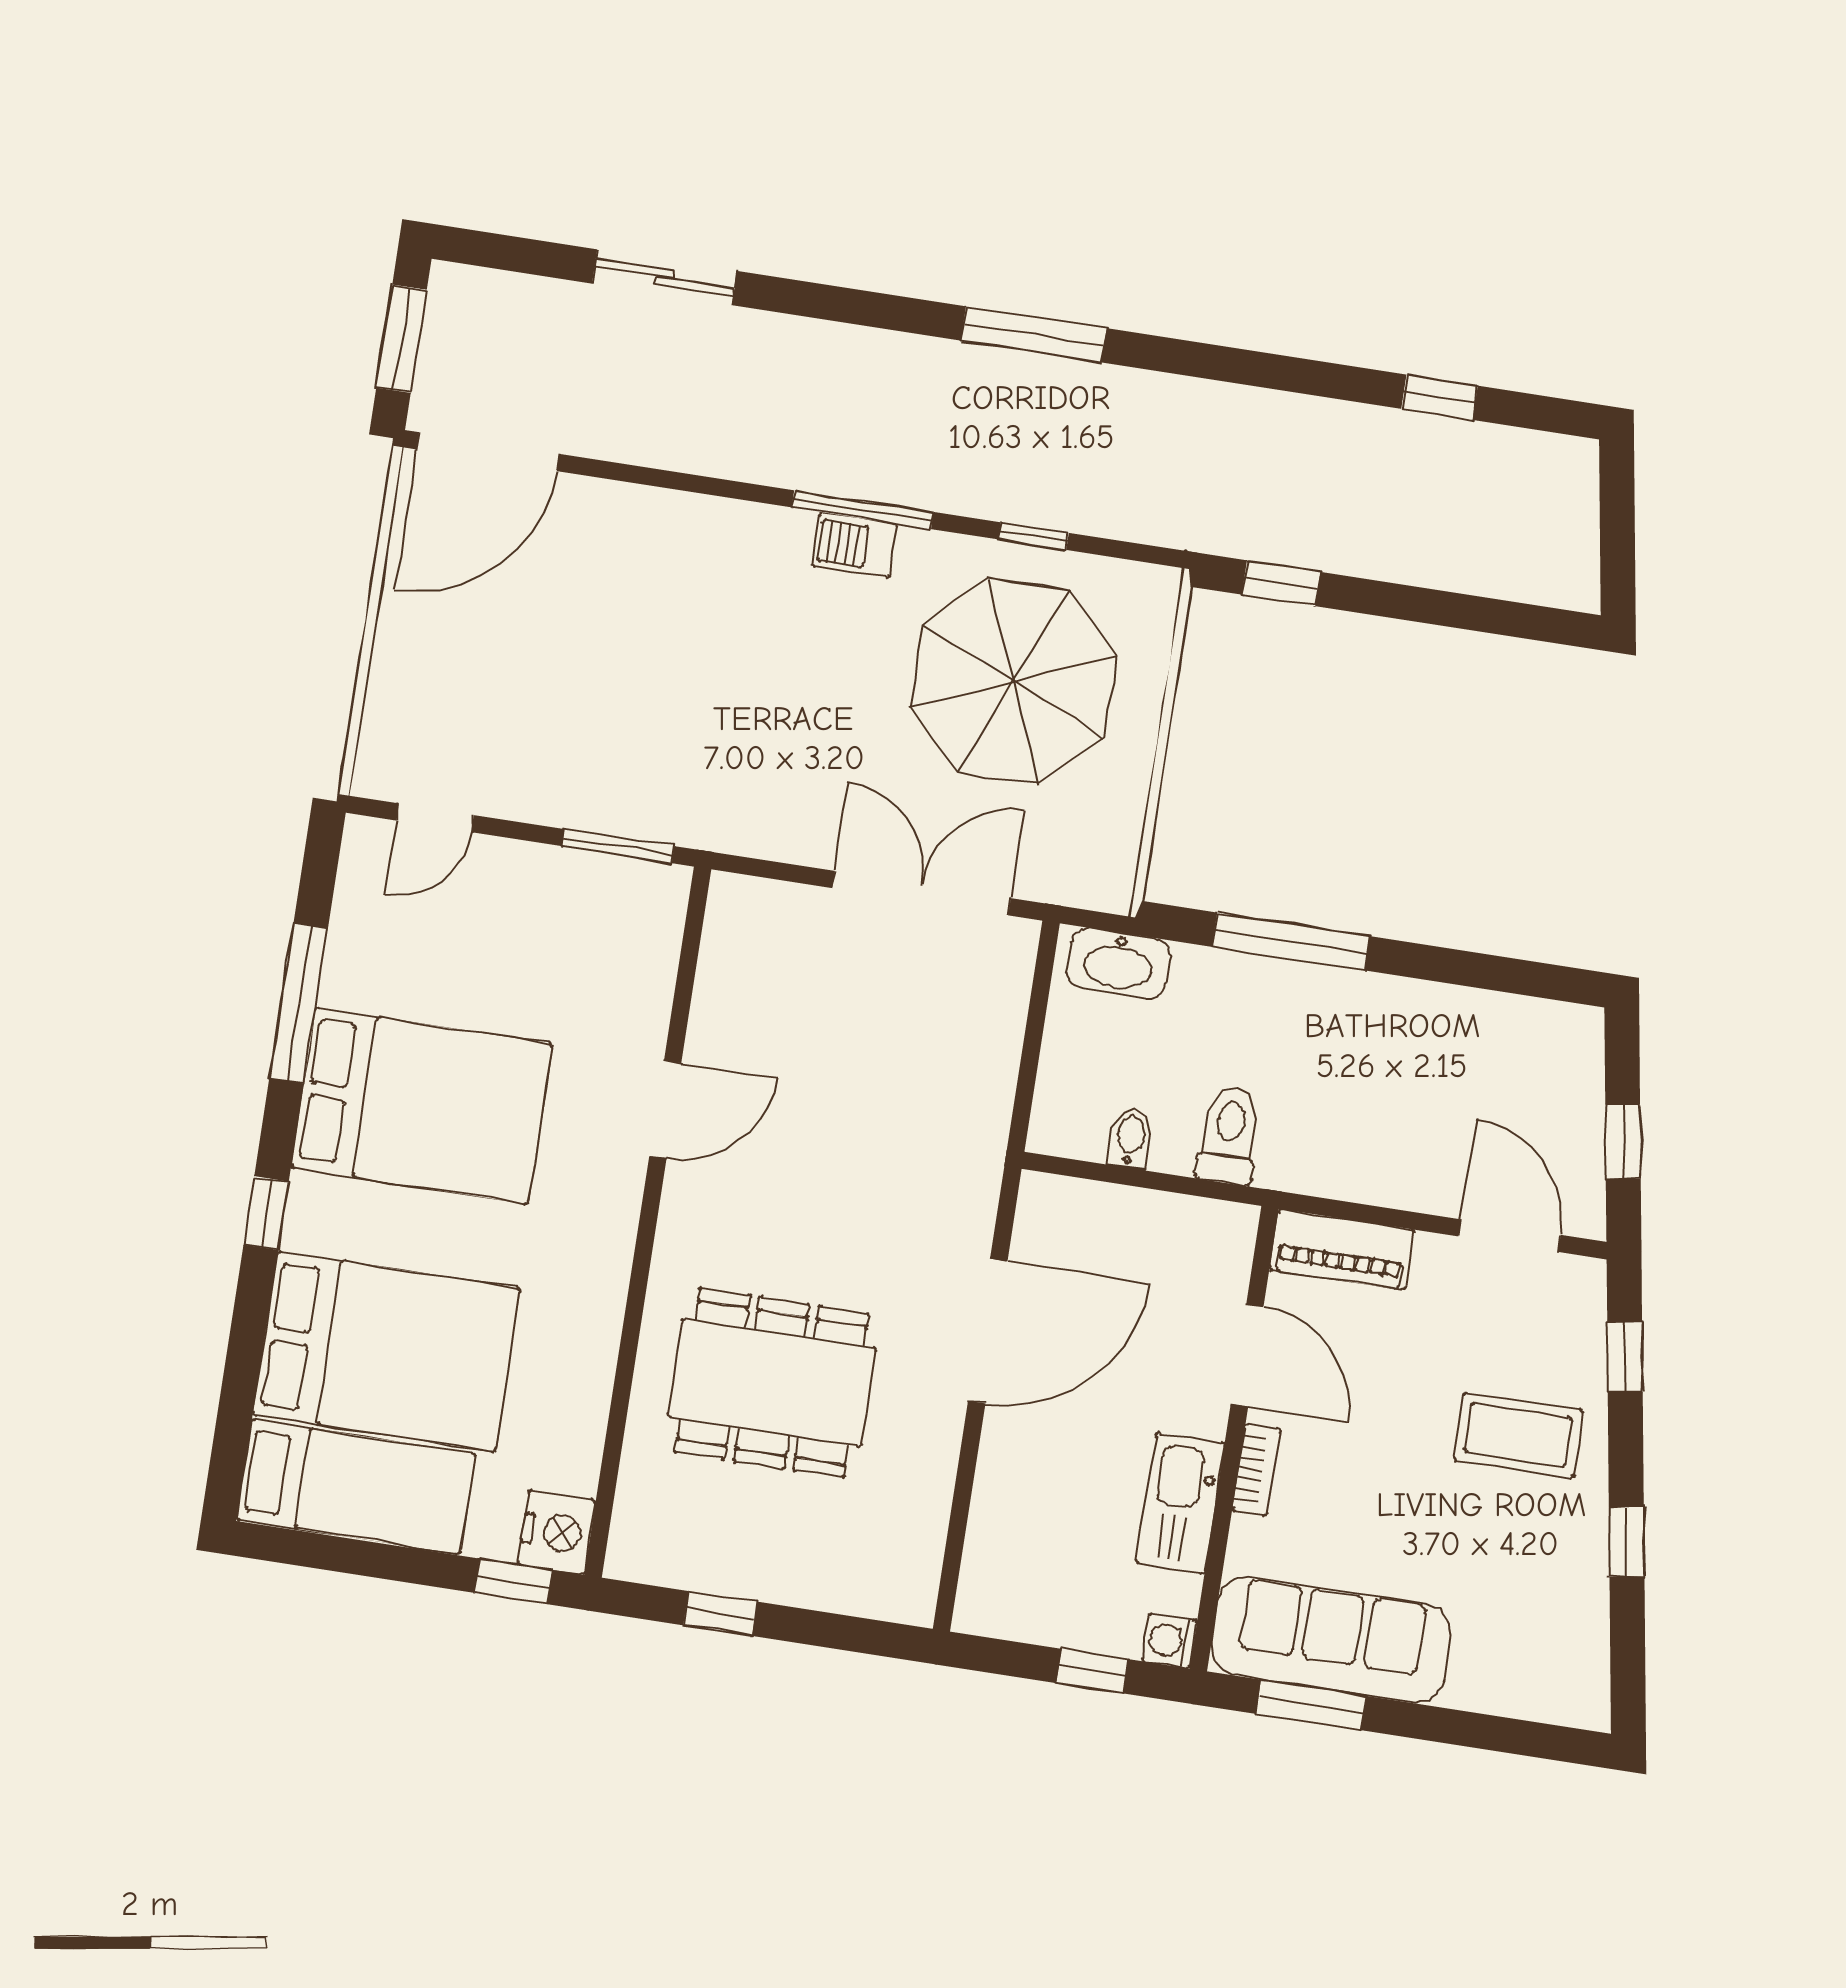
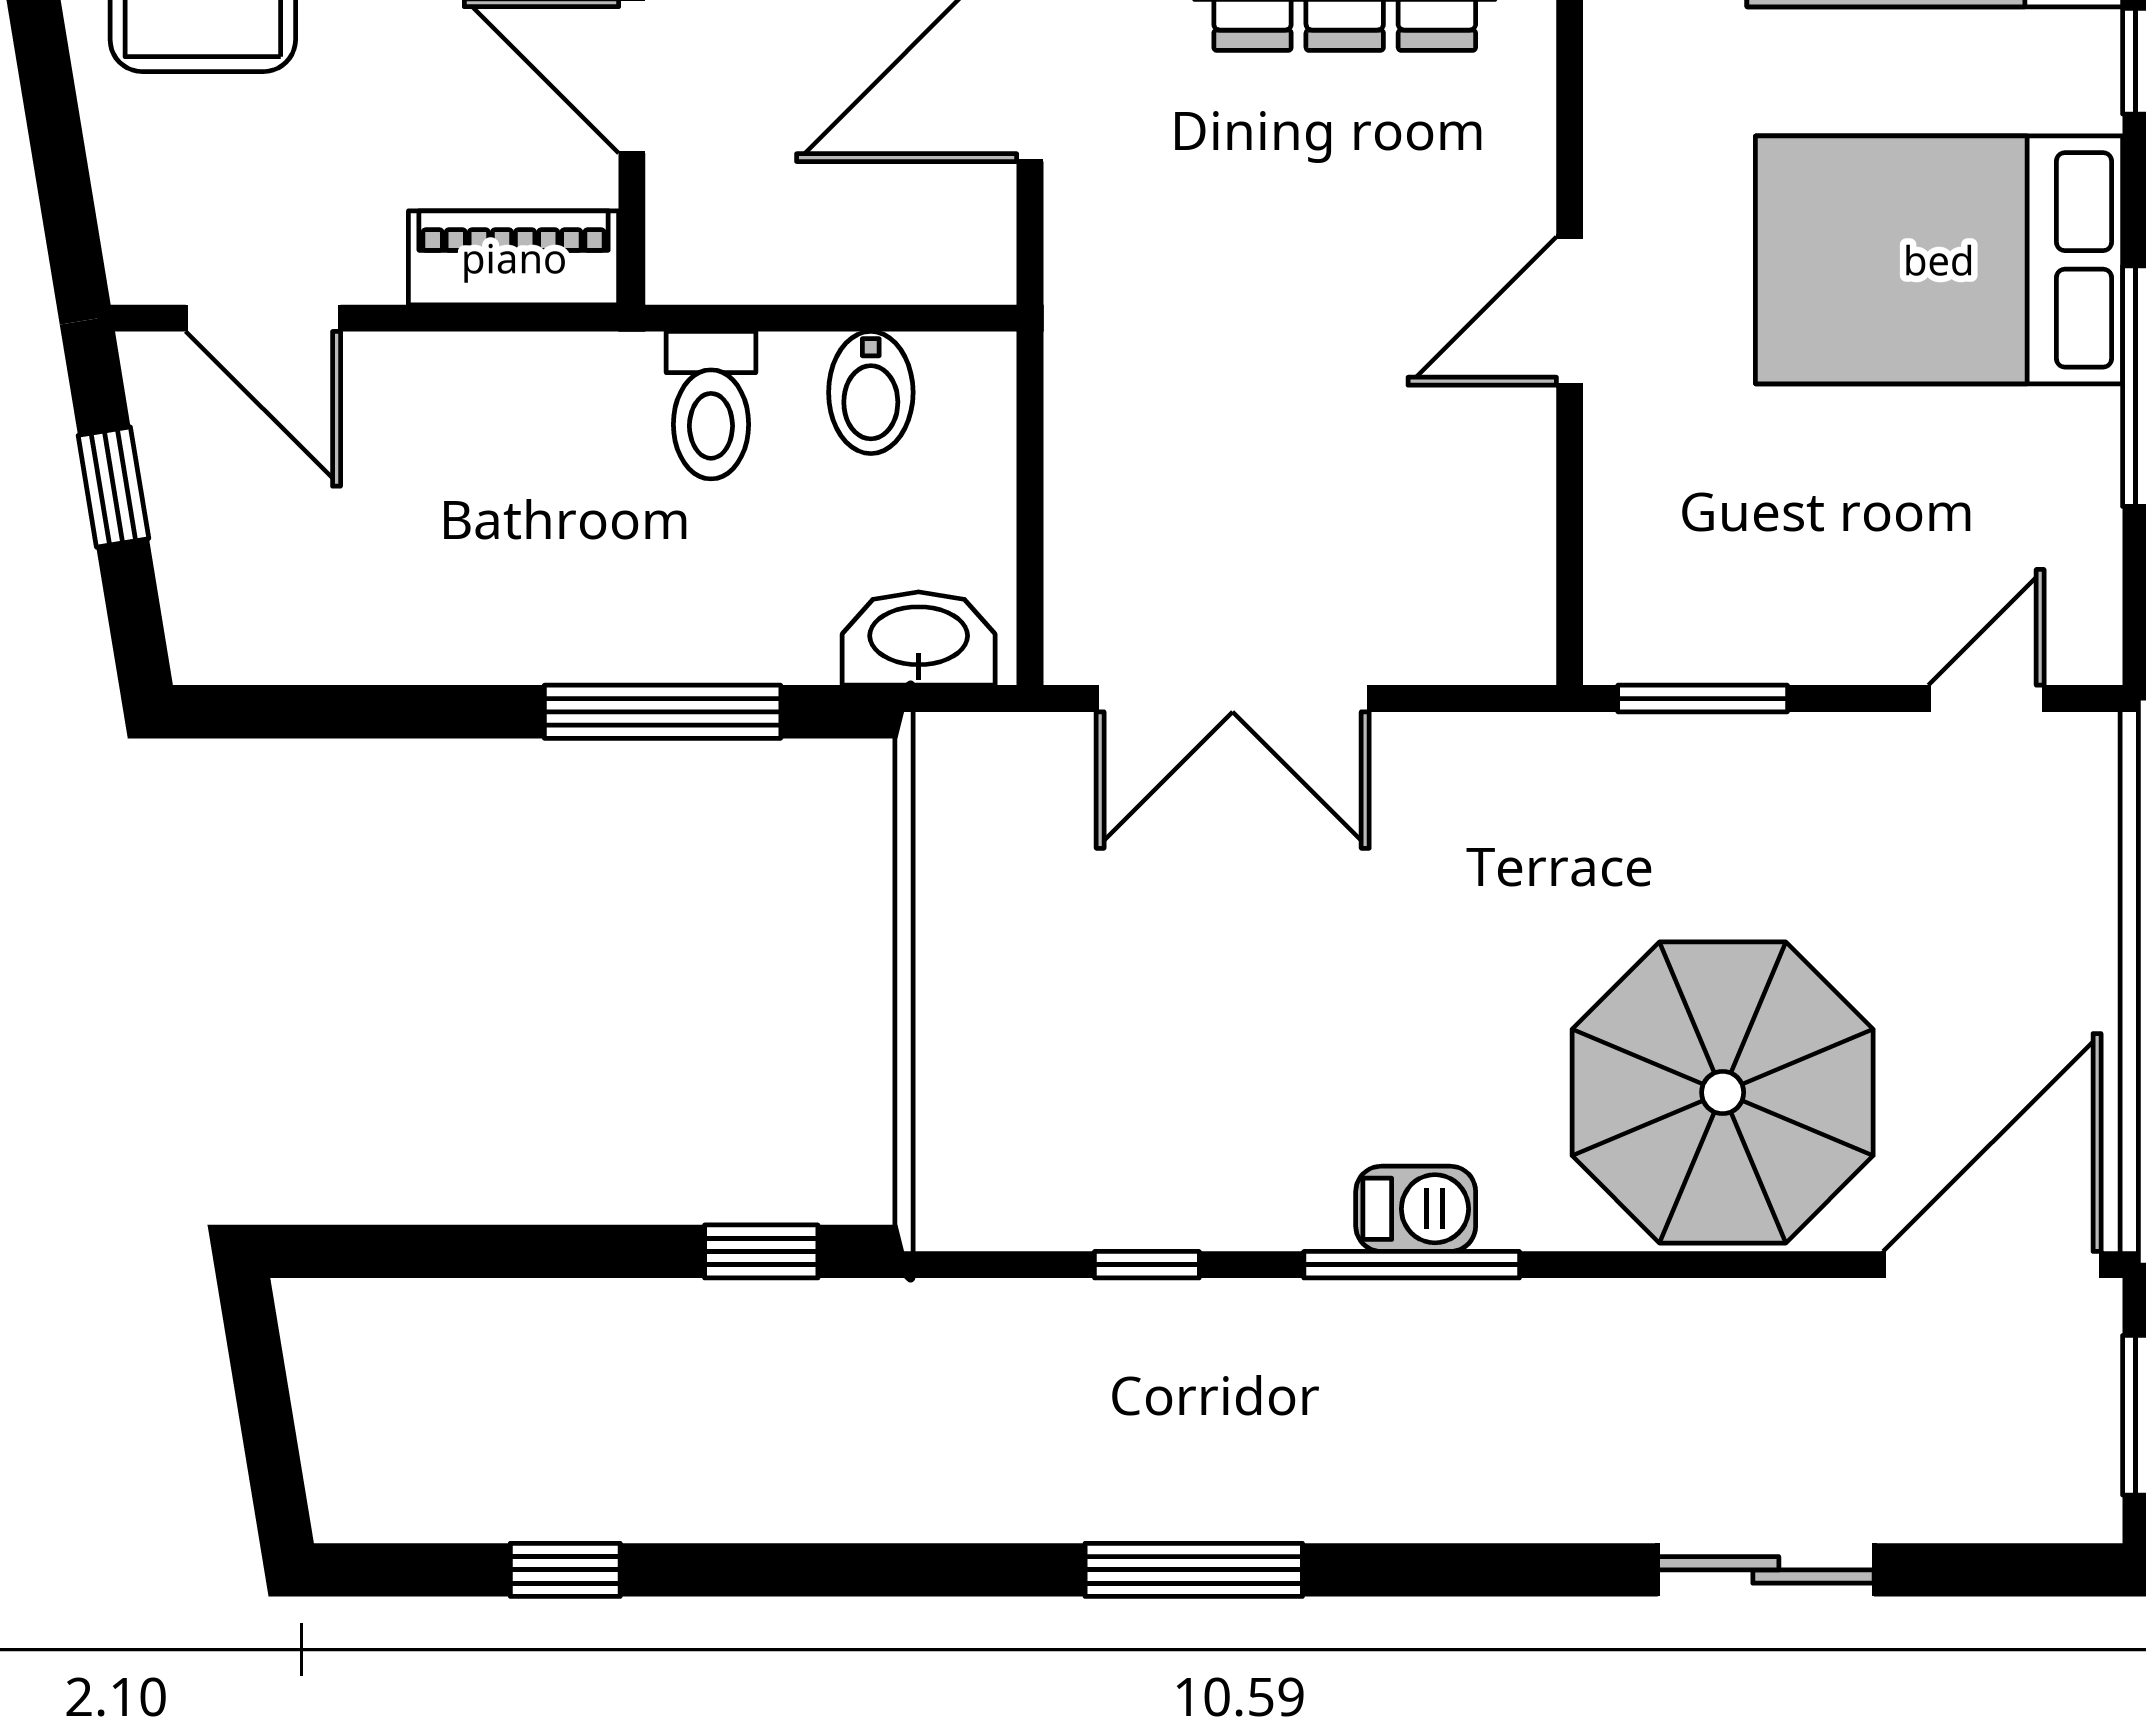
parasol: (1013, 681) -> (1723, 1092), moved
bidet: (1130, 1138) -> (871, 392), width x1.38, depth x1.36
window: (1625, 1357) -> (60, 161), removed

